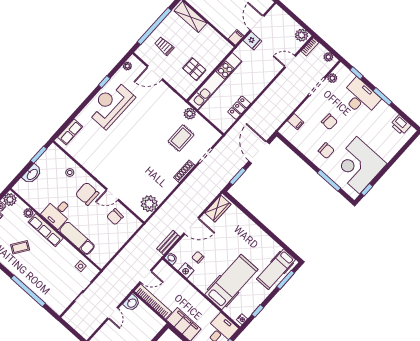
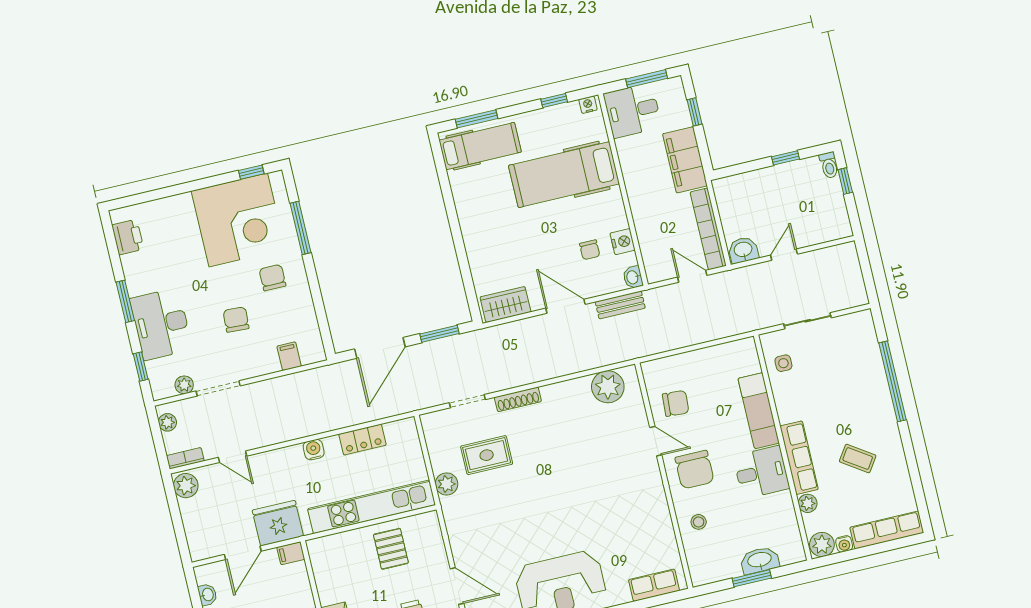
fridge: (252, 41) -> (278, 523), width x1.88, depth x1.34
water cooler: (257, 89) -> (314, 450), added
window: (39, 155) -> (752, 578), moved

